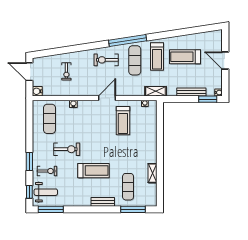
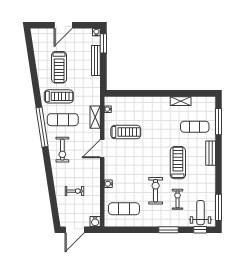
shelving: (156, 91) -> (95, 117), moved
door: (107, 98) -> (102, 149), hinge flipped
exercise bike: (47, 171) -> (177, 199), moved

